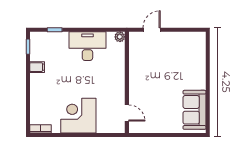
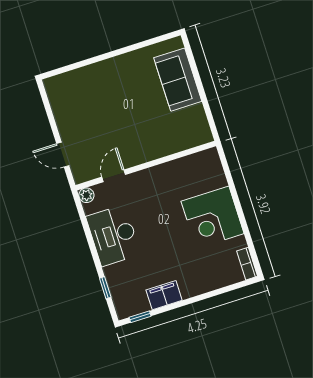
filing cabinet: (37, 67) -> (164, 295), width x2.00
sofa: (195, 110) -> (178, 80), moved, turned 90
door: (127, 113) -> (114, 176), moved

